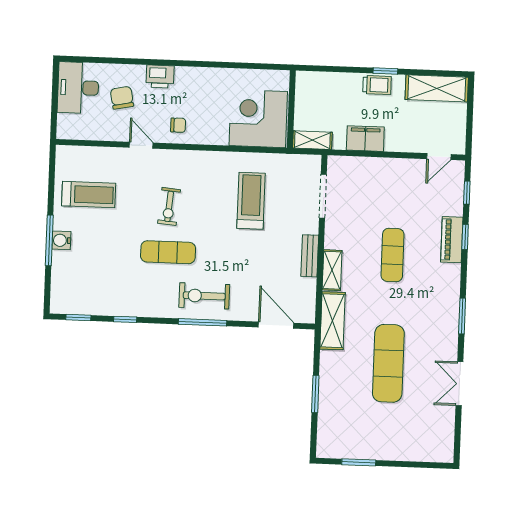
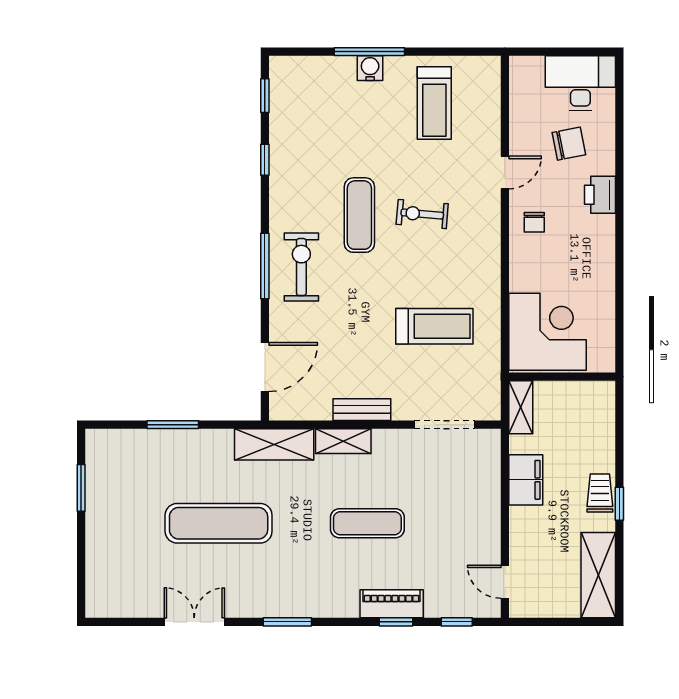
trolley: (377, 85) -> (600, 493), turned 180

